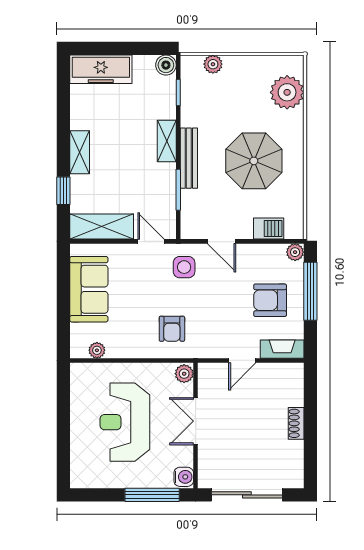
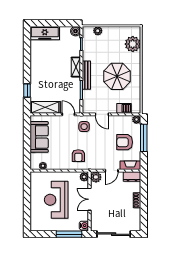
shelving: (80, 152) -> (35, 72), removed
dresser: (286, 373) -> (132, 177), added
plant: (209, 374) -> (96, 177), added

